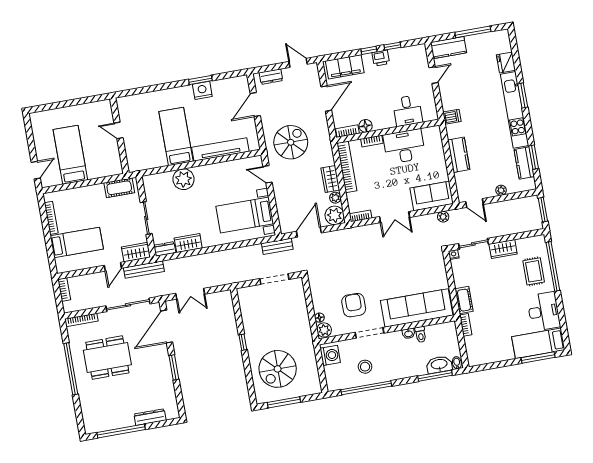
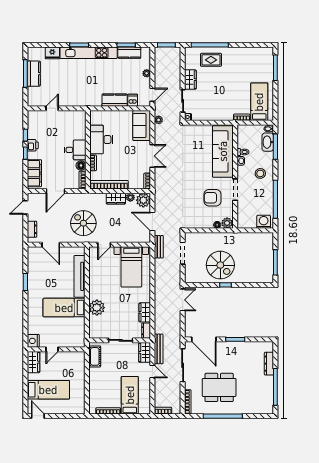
kitchen counter: (449, 48) -> (34, 74), moved
door: (434, 75) -> (52, 108), hinge flipped
nightstand: (202, 90) -> (33, 341), moved
door: (326, 98) -> (56, 191), swing flipped
wardrobe: (98, 109) -> (34, 362), added
desk: (407, 111) -> (75, 150), moved
dishwasher: (452, 117) -> (133, 100), moved
bed: (70, 155) -> (48, 390), moved, turned 180
door: (36, 170) -> (38, 416), moved
double door: (190, 294) -> (183, 300), moved
cot: (464, 300) -> (223, 115), removed
desk: (544, 311) -> (242, 58), removed
bed: (538, 343) -> (259, 102), moved, turned 180
washing machine: (330, 355) -> (264, 222), moved
dining table: (107, 358) -> (219, 387), turned 90
stool: (365, 367) -> (260, 173), moved
spiral stairs: (278, 369) -> (220, 265), moved

